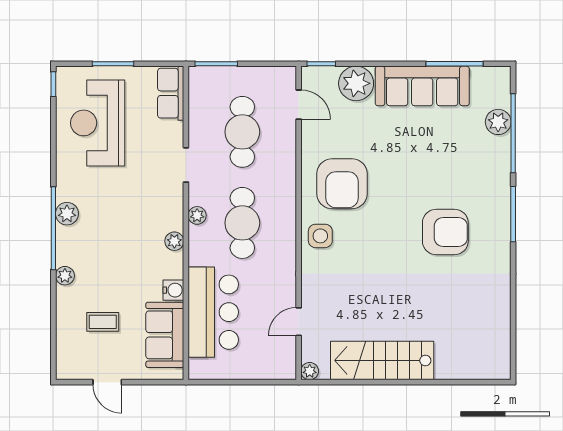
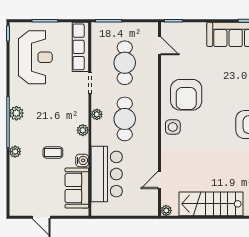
plant: (356, 83) -> (195, 33), removed
row of seats: (171, 93) -> (80, 47), width x1.48
reception desk: (98, 123) -> (35, 57), turned 180
coffee table: (103, 322) -> (53, 152), moved

